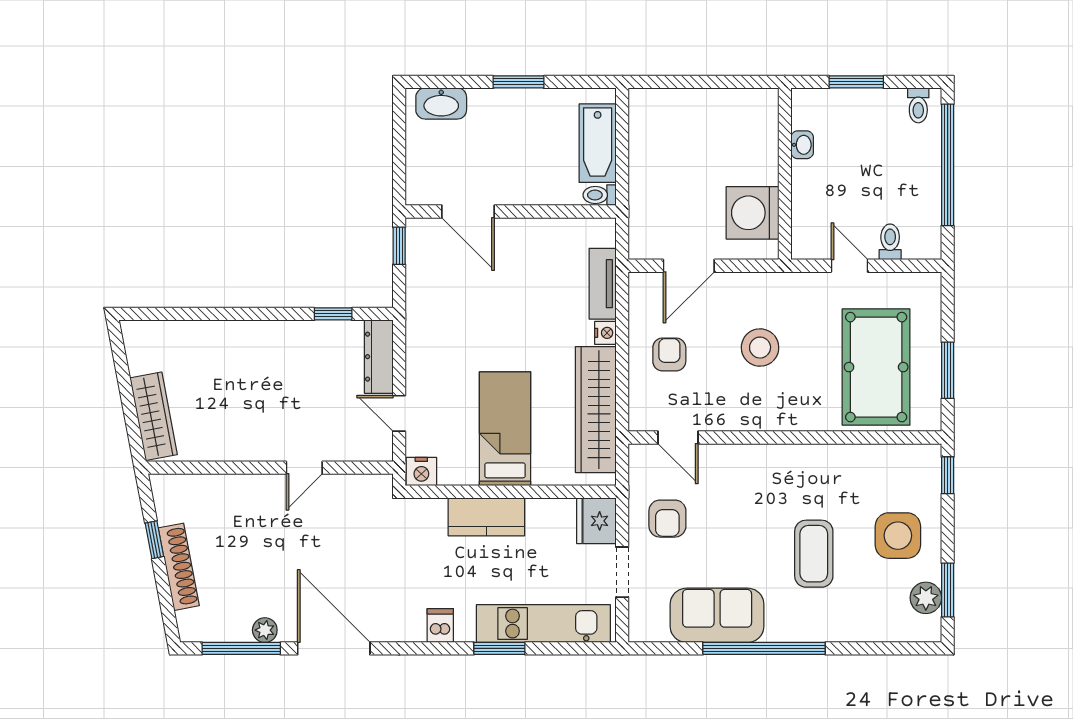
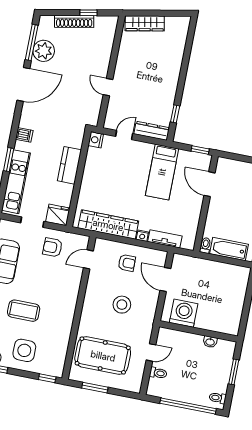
door: (468, 212) -> (210, 184), hinge flipped
bed: (505, 429) -> (162, 172), moved, turned 90
plant: (265, 630) -> (44, 51), width x1.88, depth x1.88

